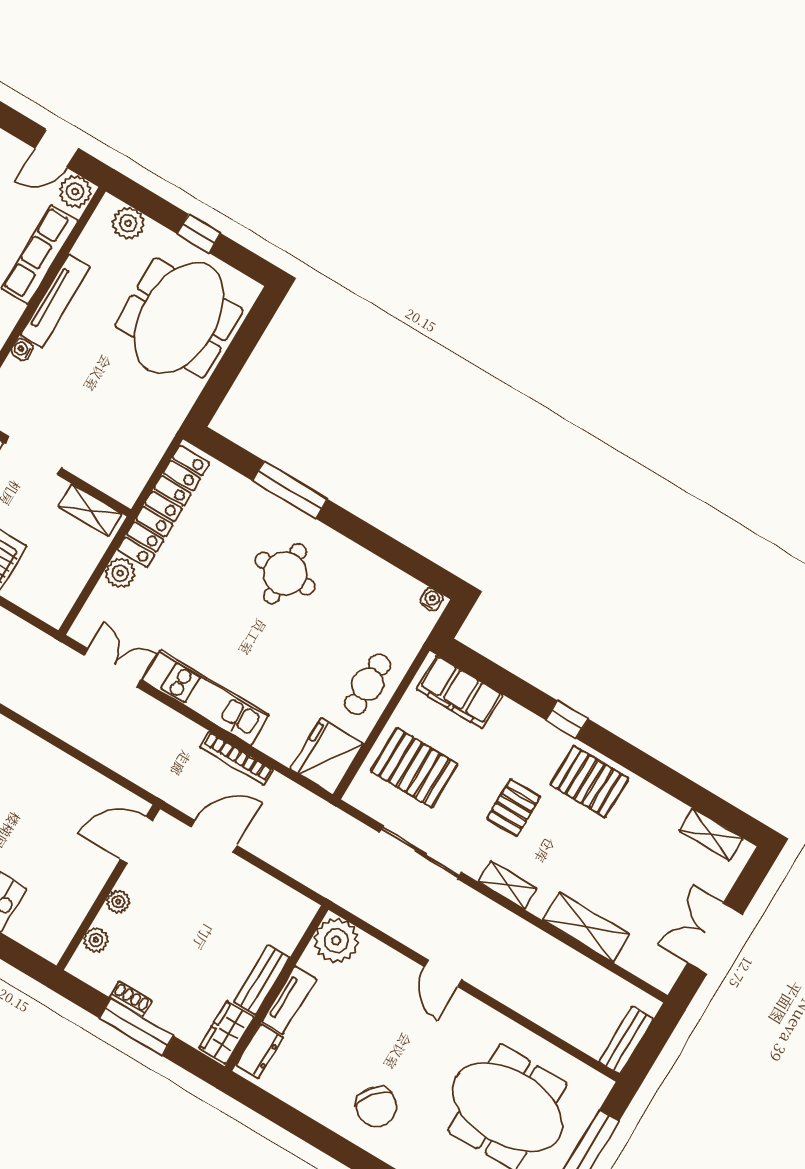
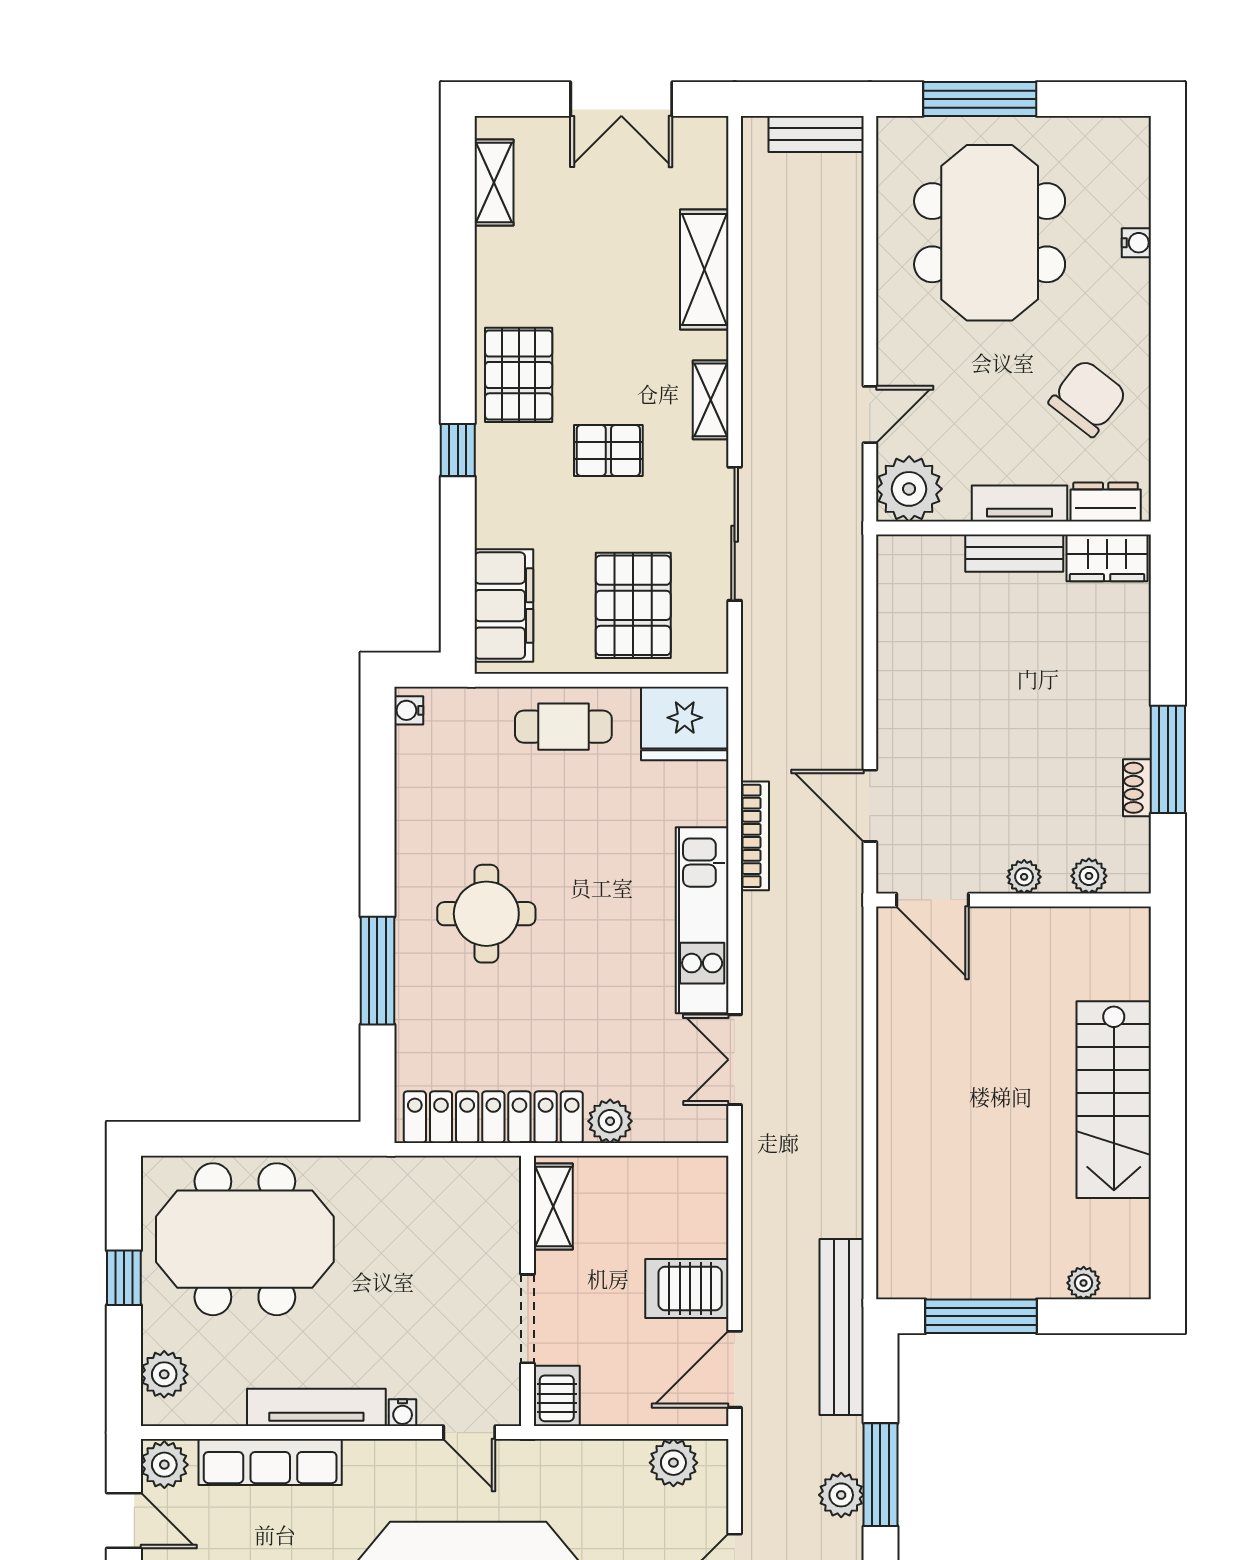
plant: (336, 941) -> (909, 489), moved
bench: (262, 980) -> (1014, 553), moved
wall: (277, 988) -> (1014, 528), moved
tv unit: (289, 1000) -> (1020, 504), moved
wardrobe: (226, 1032) -> (1107, 558), moved
dresser: (260, 1051) -> (1106, 502), moved

